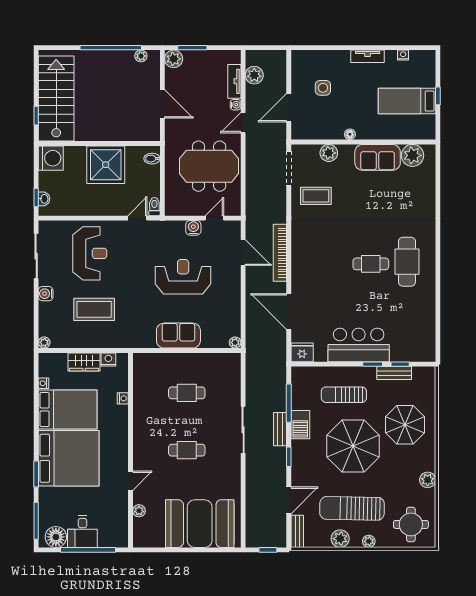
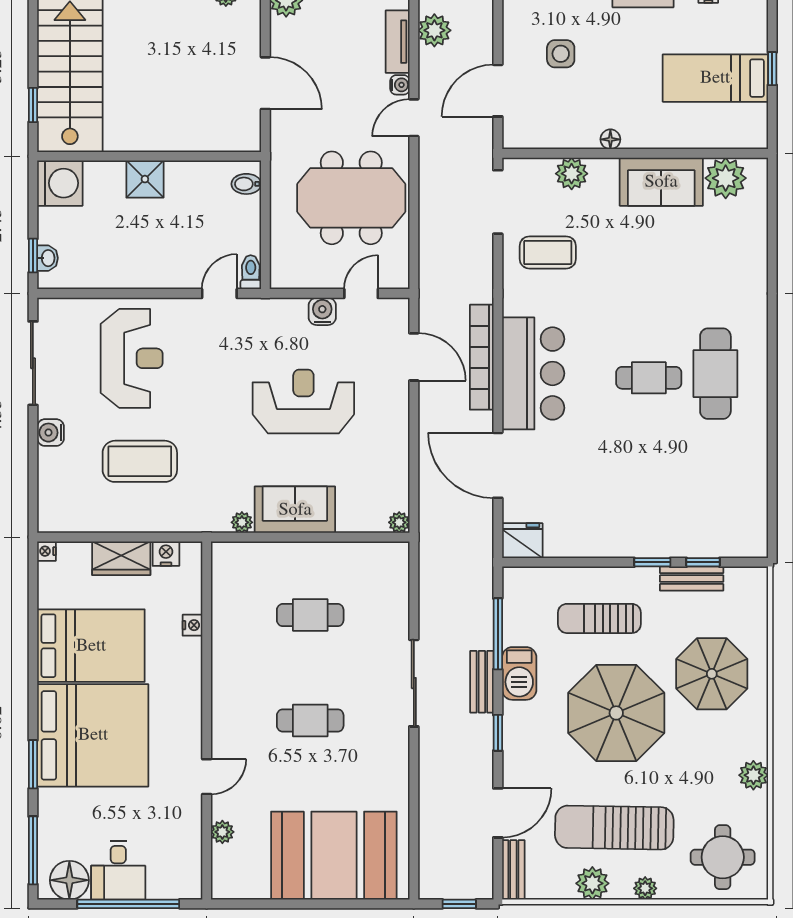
shower: (106, 165) -> (145, 179), width x0.54, depth x0.54
plant: (44, 342) -> (242, 522), moved
bar counter: (359, 345) -> (533, 373), moved, turned 90
nightstand: (43, 383) -> (46, 551), moved

